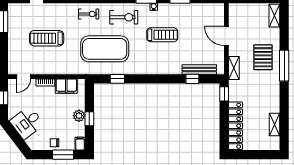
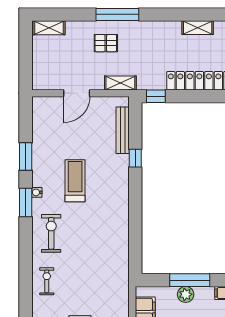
exercise mat: (105, 49) -> (94, 259), removed
pallet: (263, 57) -> (106, 43), width x0.67, depth x0.71
window: (117, 79) -> (135, 242), removed
window: (192, 79) -> (135, 158), moved
window: (89, 119) -> (190, 280), width x2.17

